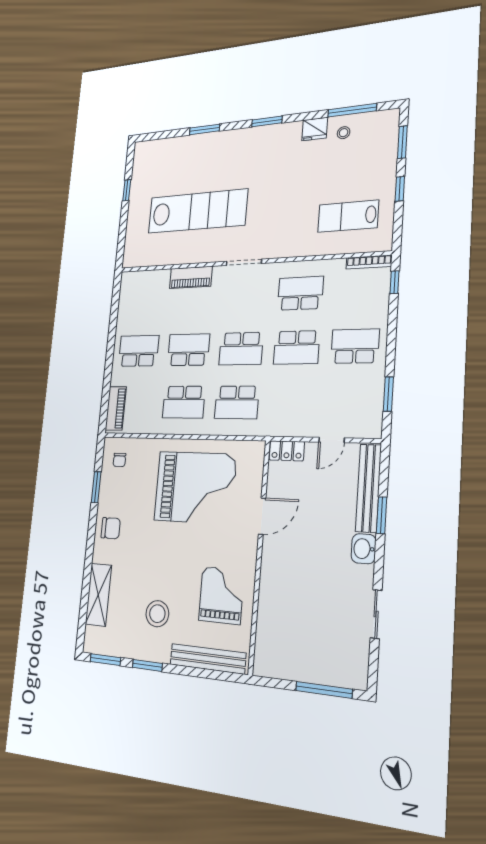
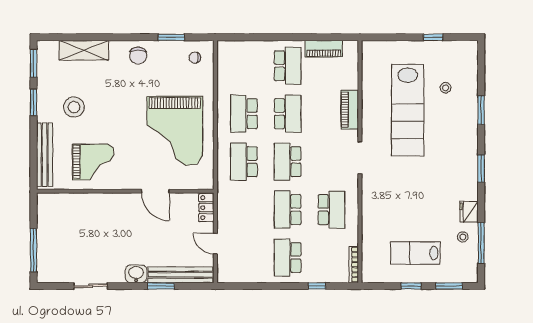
stool: (178, 171) -> (446, 88), added
lab bench: (348, 216) -> (415, 253), moved, turned -90
window: (395, 282) -> (317, 286), moved
school desk: (355, 346) -> (288, 258), turned 180
window: (388, 394) -> (251, 286), removed
piano: (116, 408) -> (324, 49), moved

